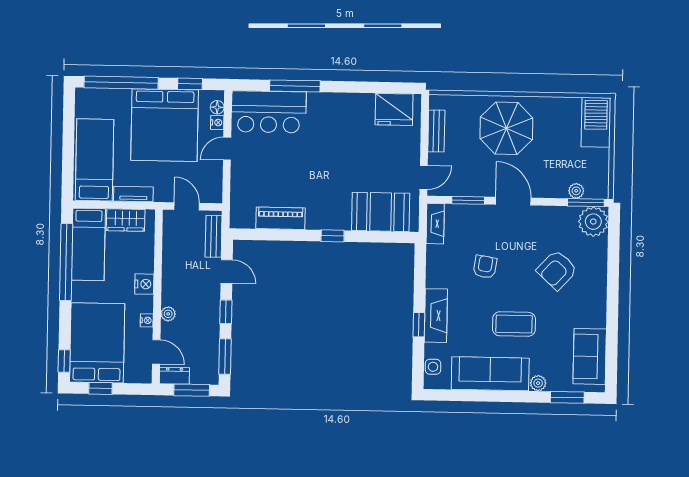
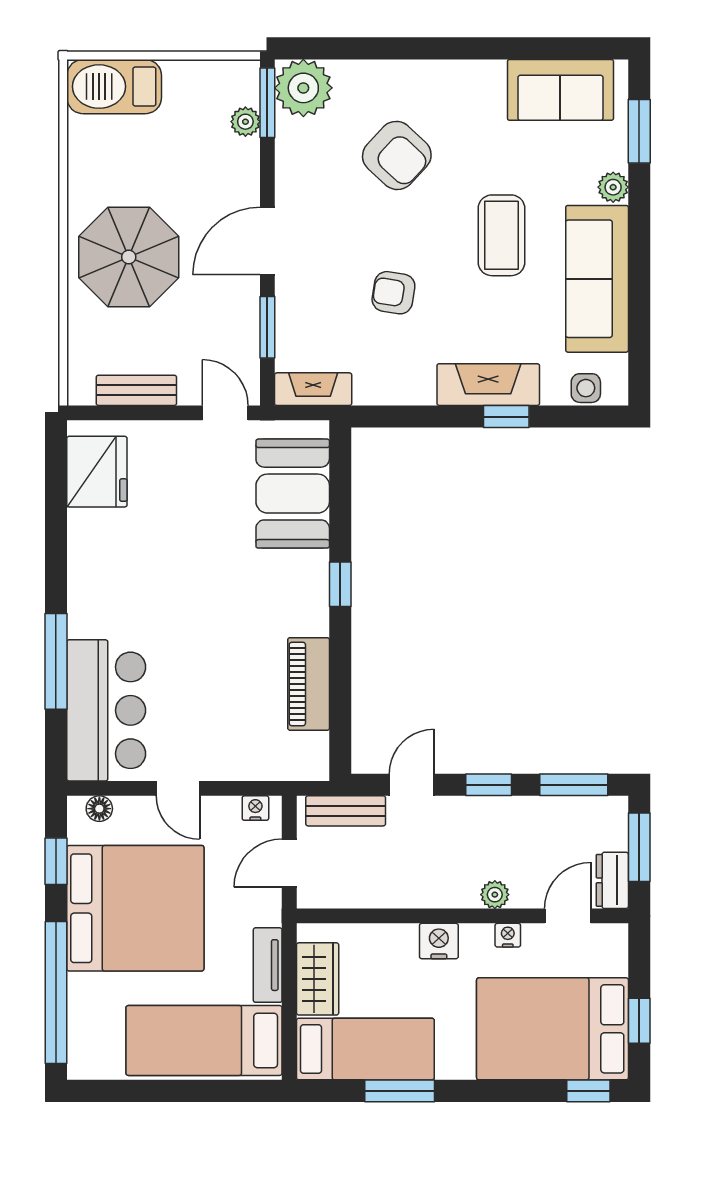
nightstand: (217, 122) -> (255, 808), moved
window: (66, 262) -> (400, 1091), width x0.47

